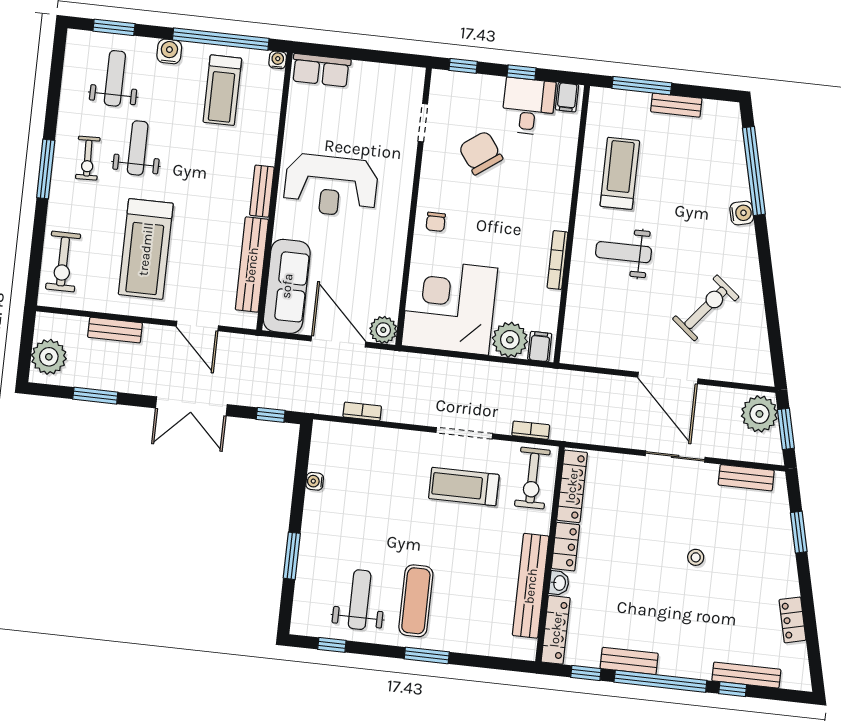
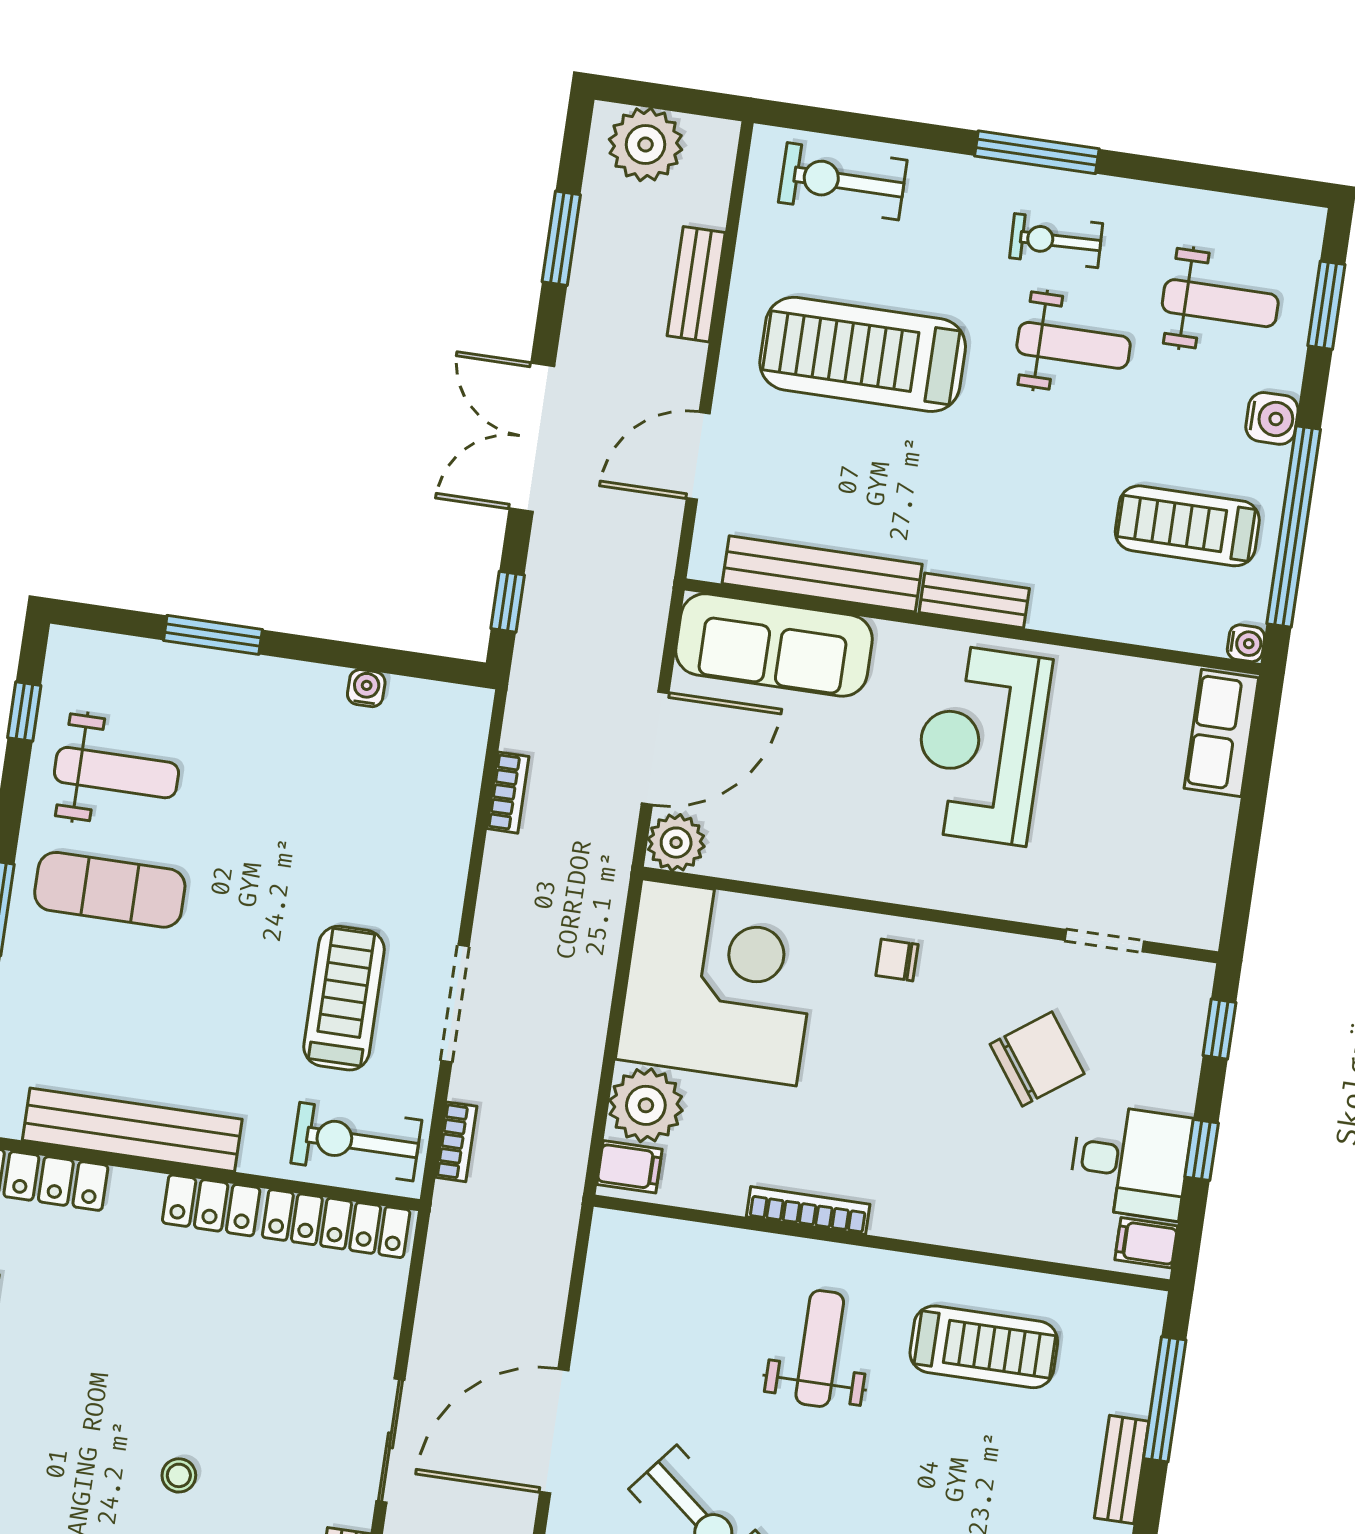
washbasin: (559, 583) -> (136, 1189), removed

